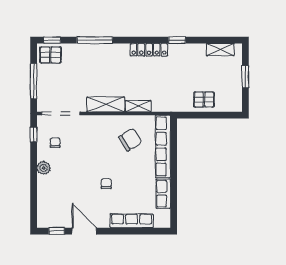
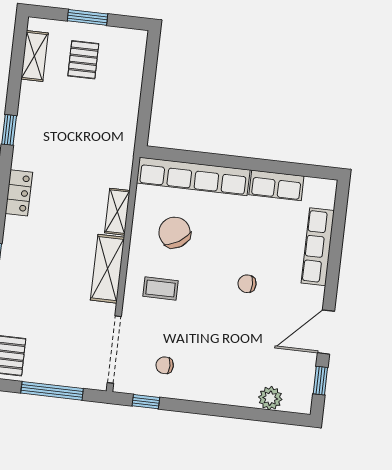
locker: (149, 50) -> (19, 193), width x0.66
pallet: (204, 100) -> (83, 60), moved
coffee table: (98, 135) -> (161, 289), added
plant: (44, 168) -> (270, 398), moved

